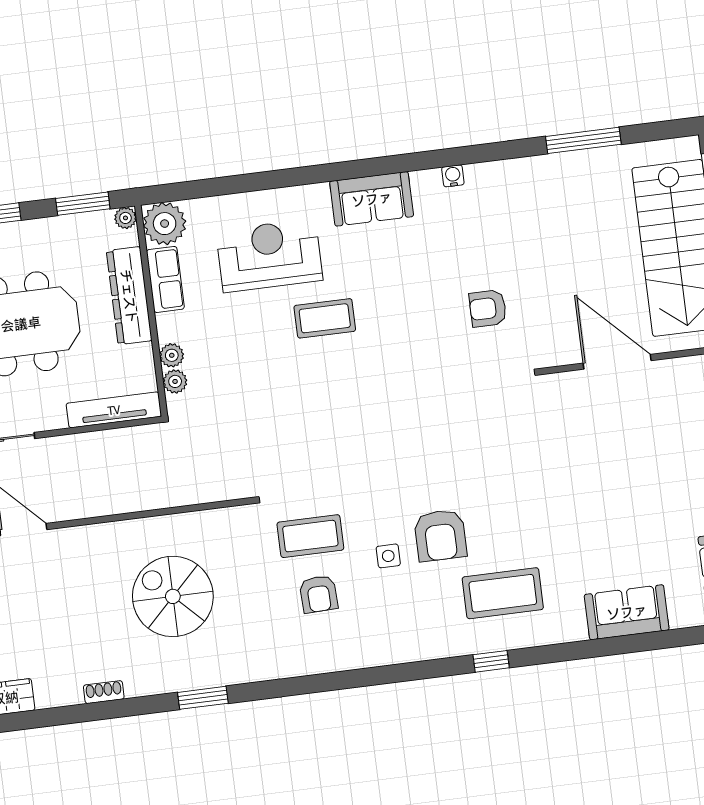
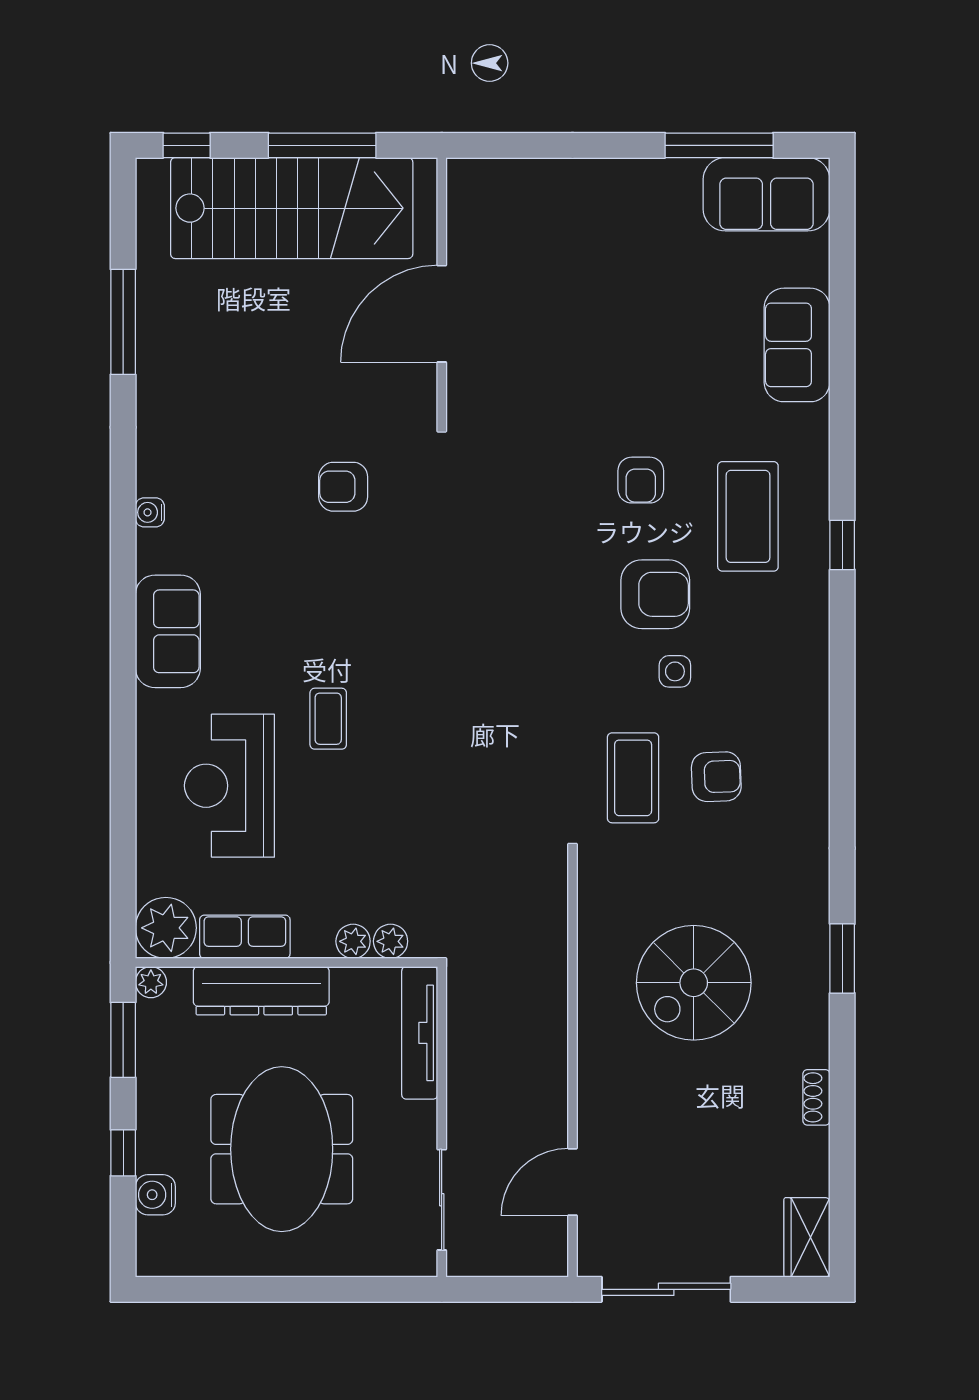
armchair: (488, 308) -> (343, 487), turned 90
coffee table: (325, 318) -> (328, 719), width x0.73, depth x0.77
armchair: (519, 515) -> (641, 480), added

